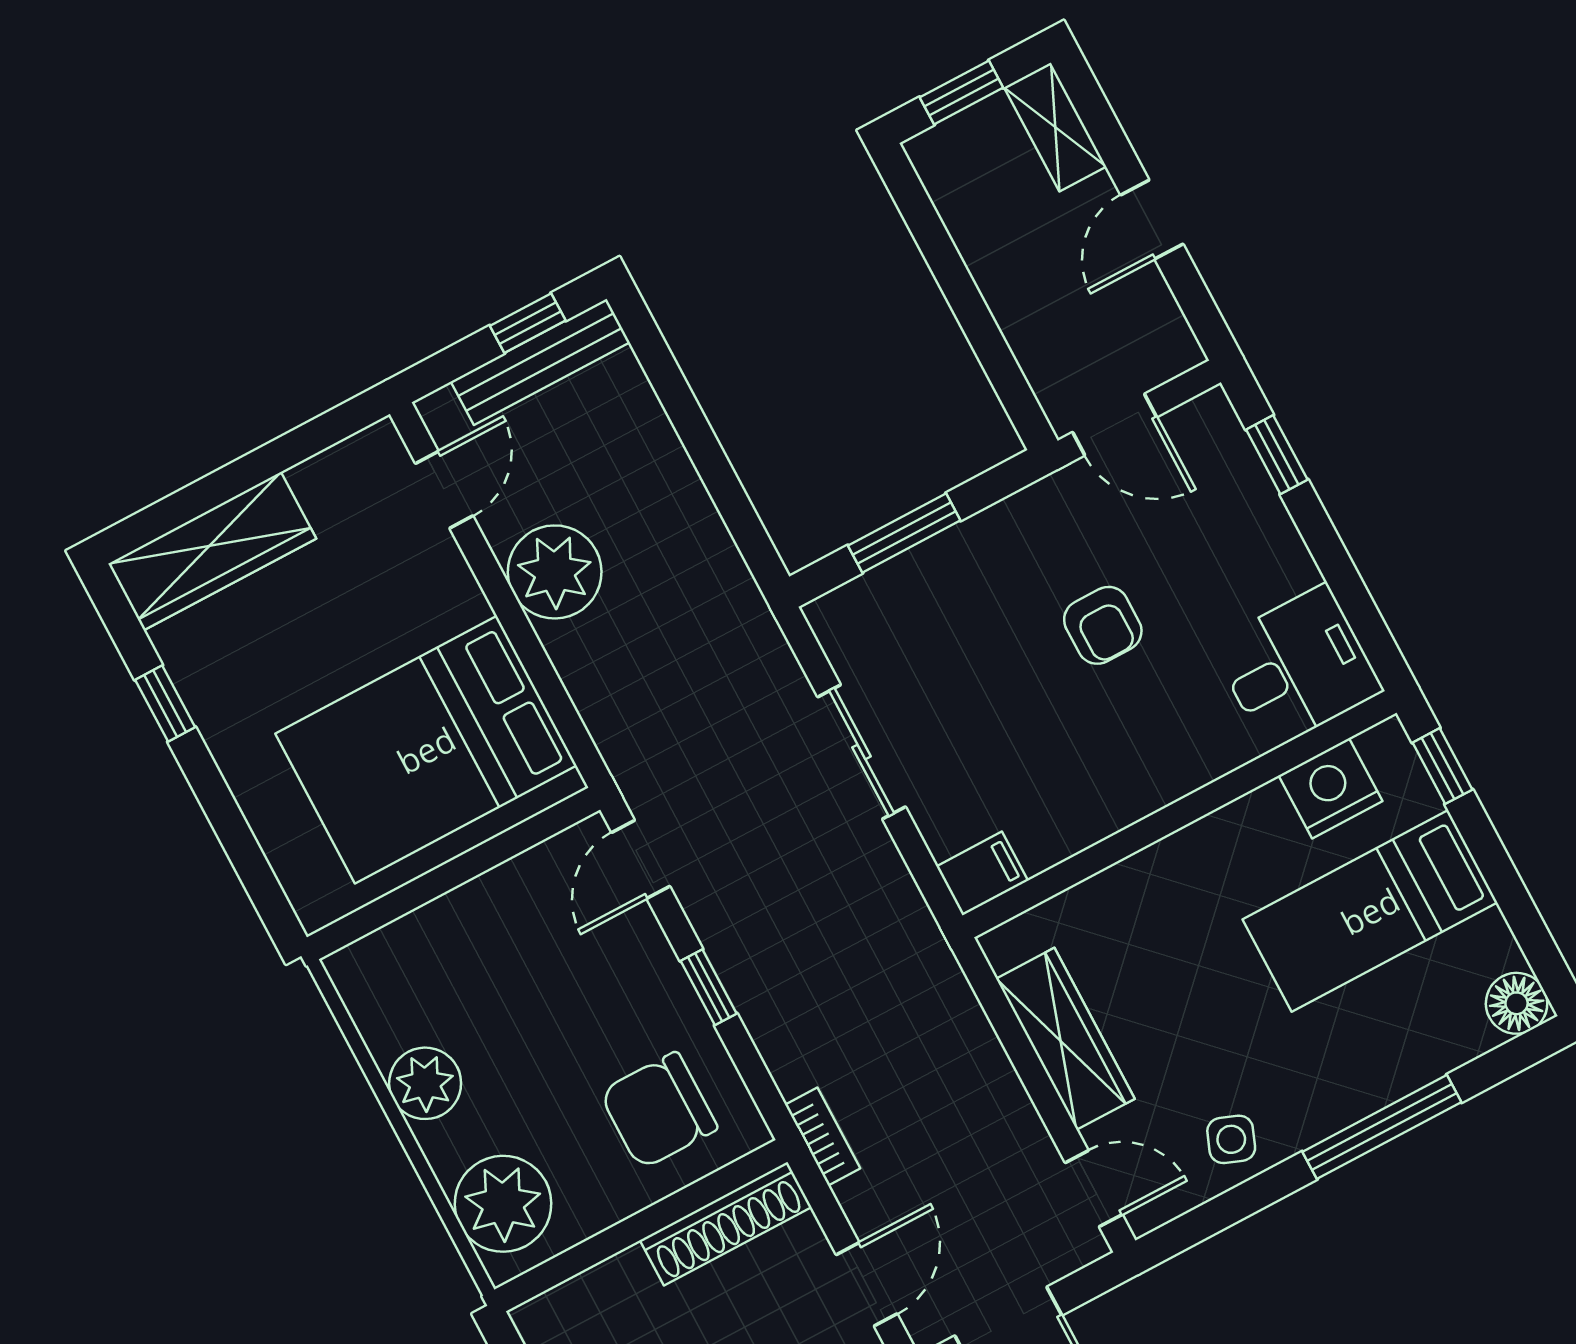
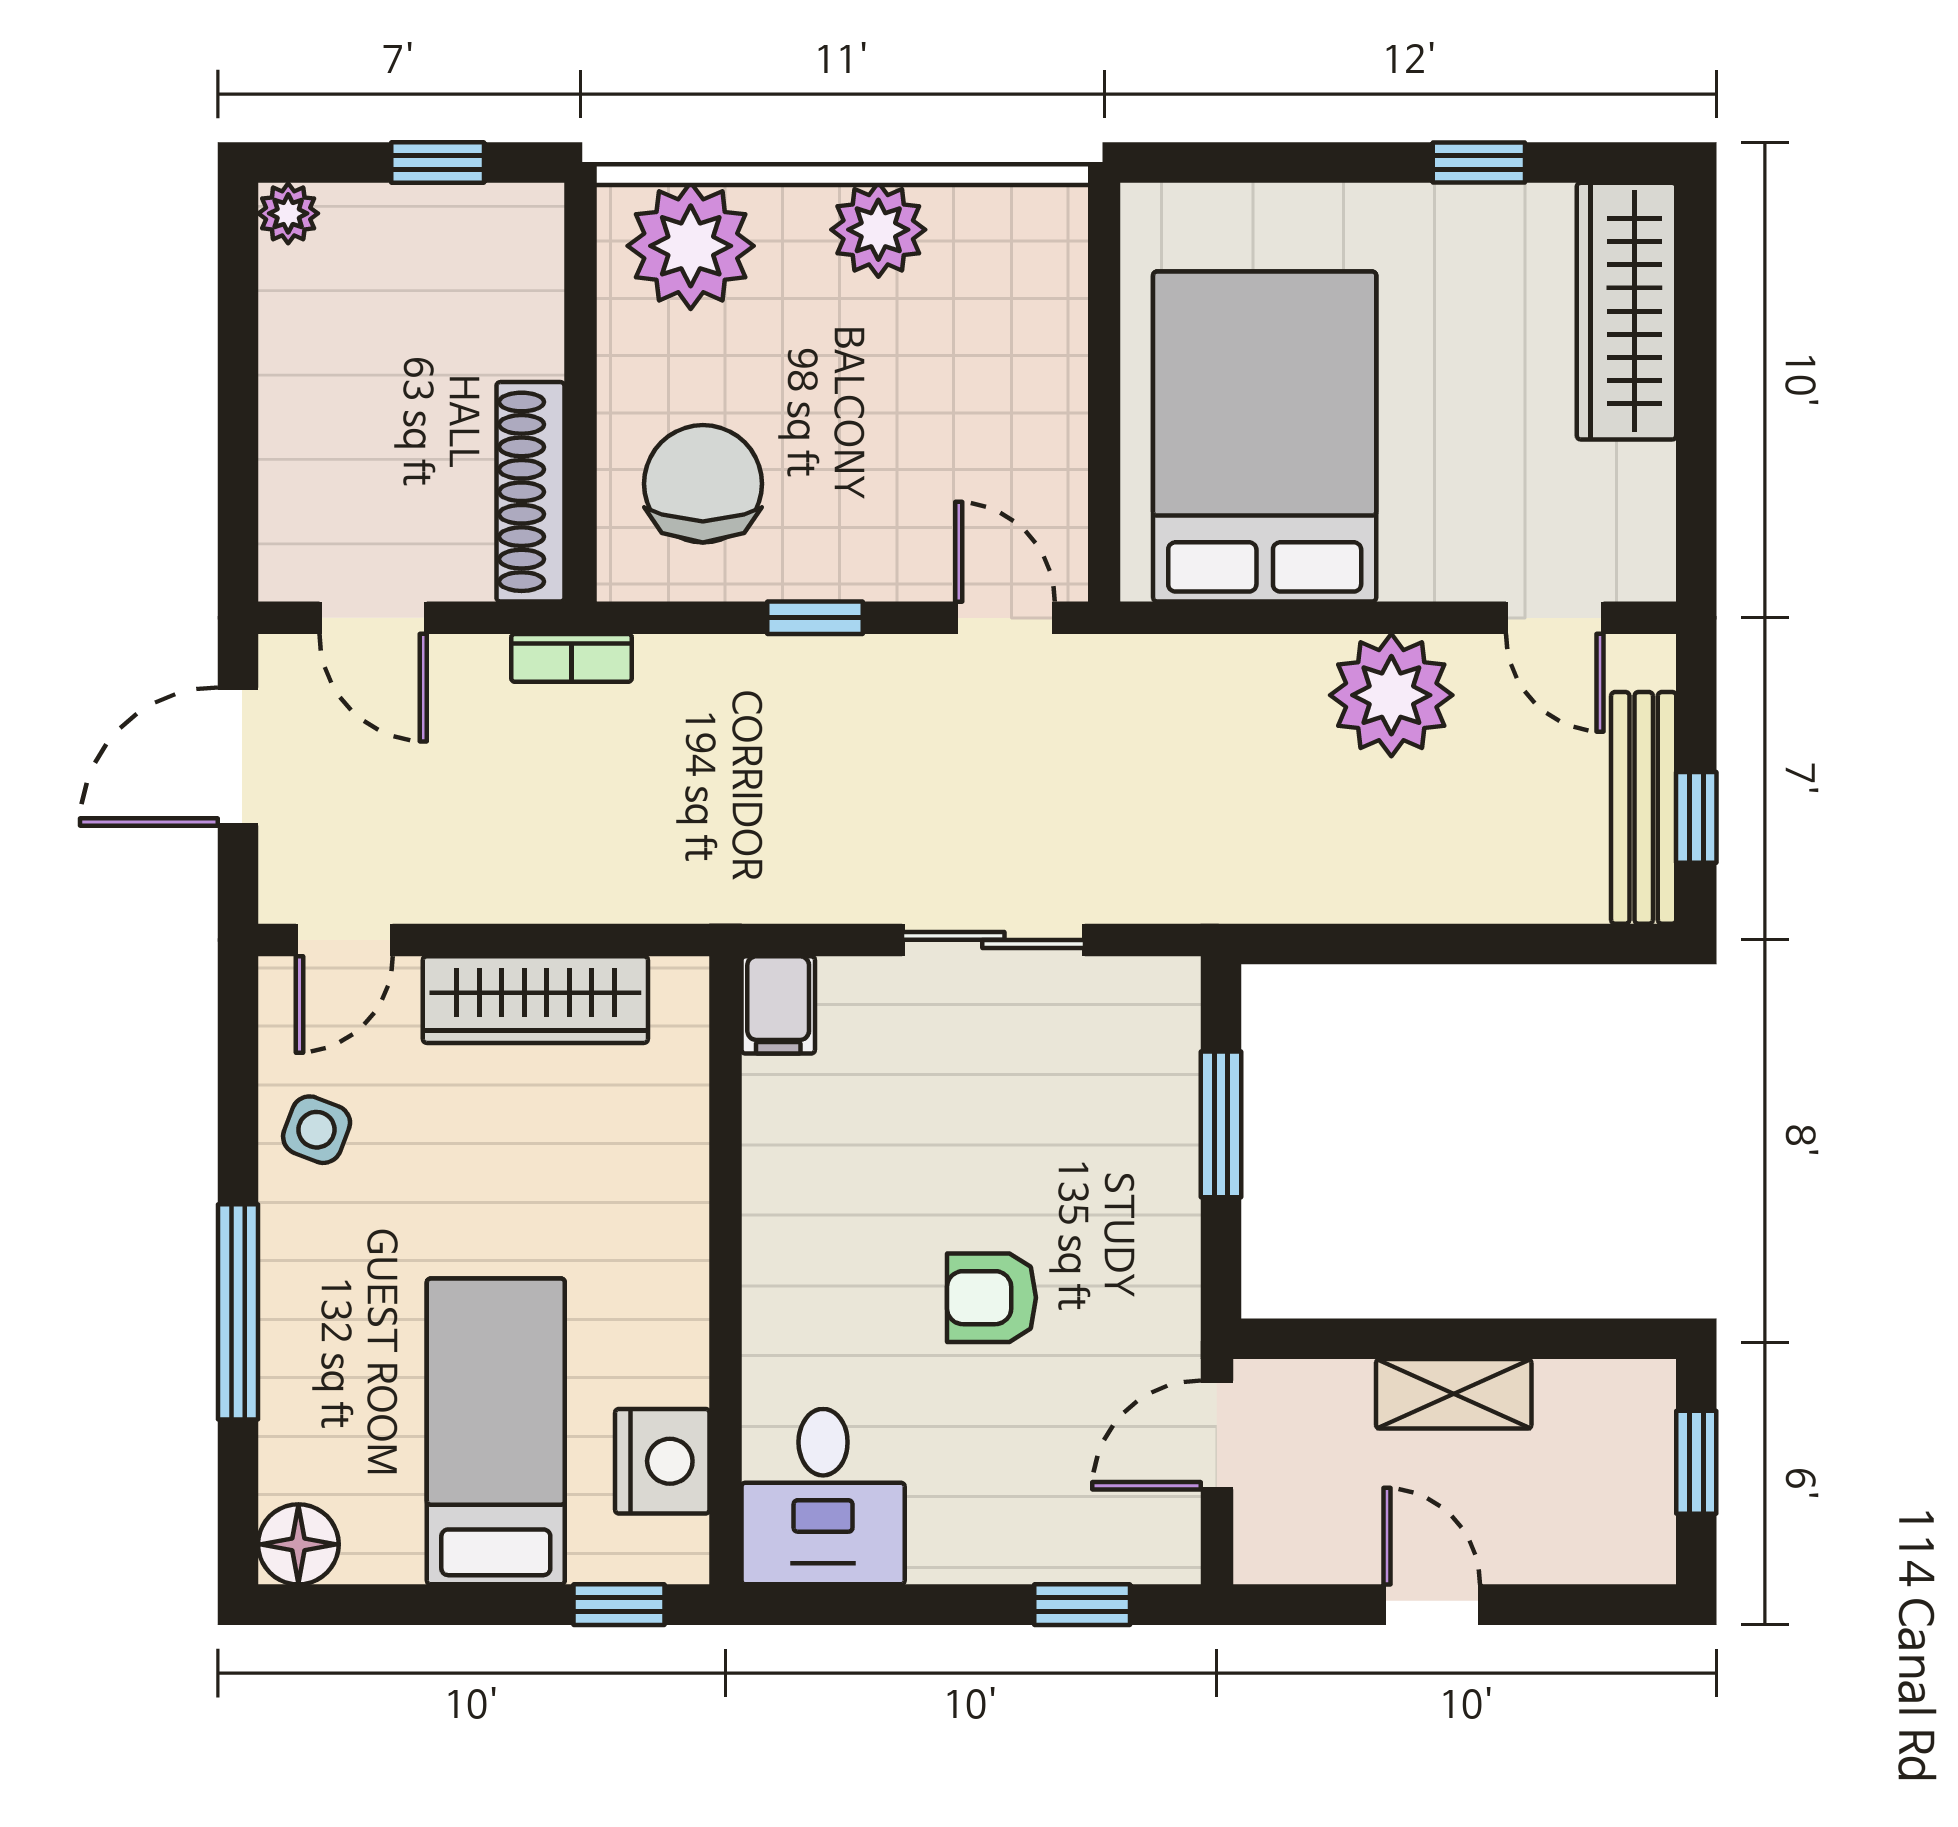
shelving: (1055, 127) -> (1454, 1394), moved

